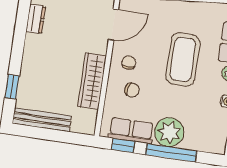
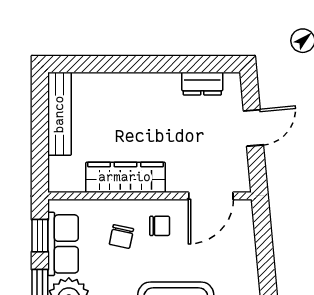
door: (113, 25) -> (211, 196), hinge flipped
window: (12, 87) -> (100, 64), removed

